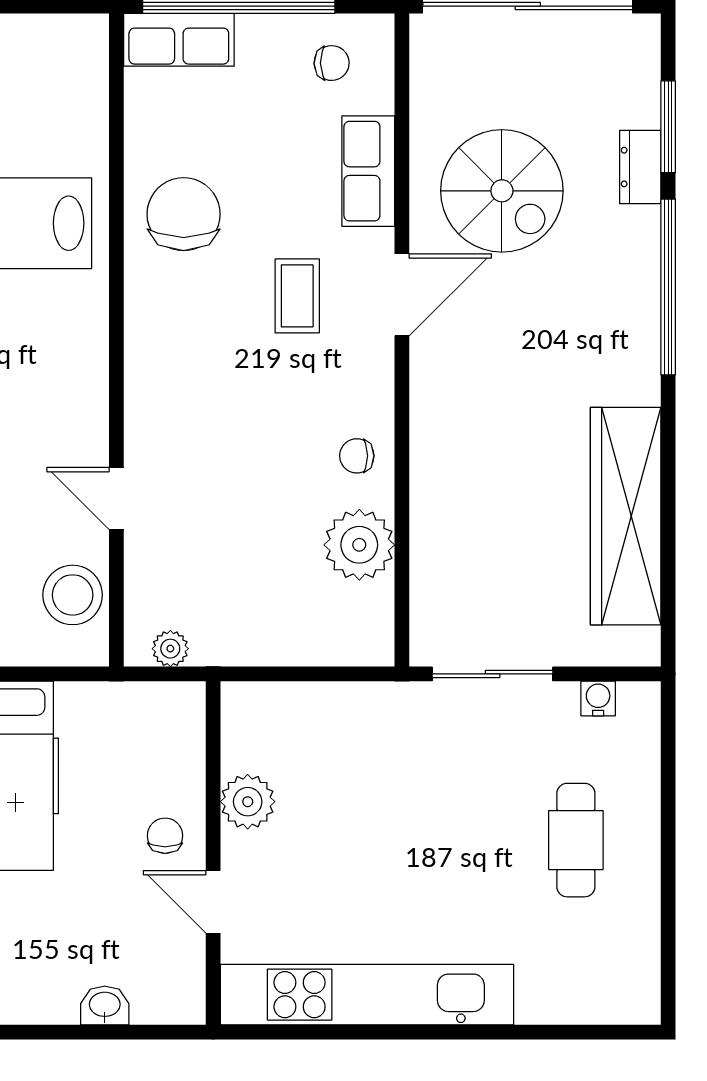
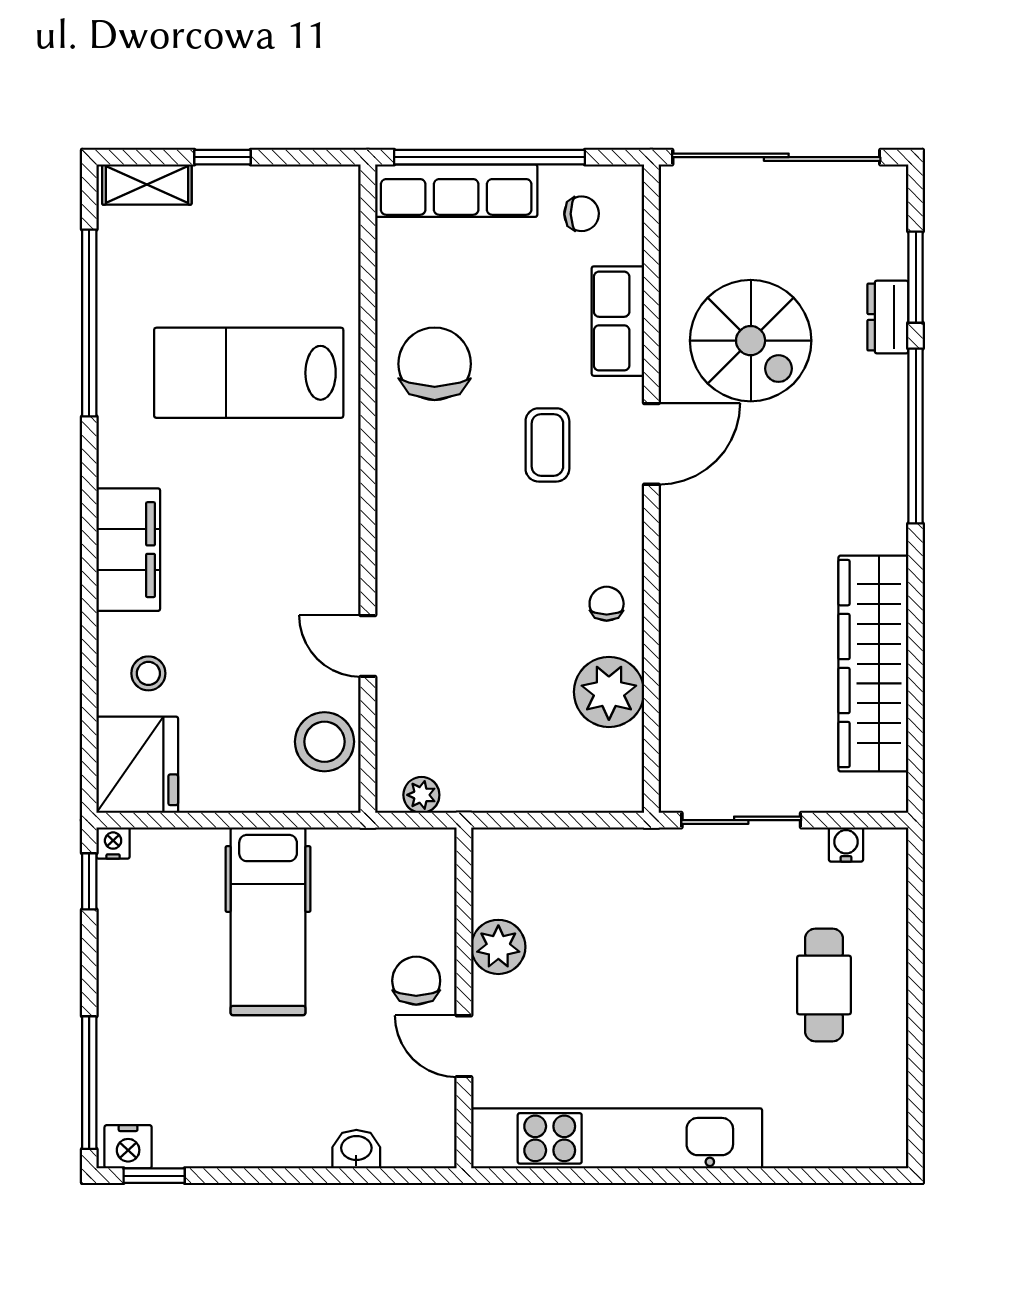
row of seats: (179, 40) -> (456, 191), width x1.48
chair: (357, 456) -> (607, 604), turned 90
chair: (165, 836) -> (416, 981), width x1.37, depth x1.37

